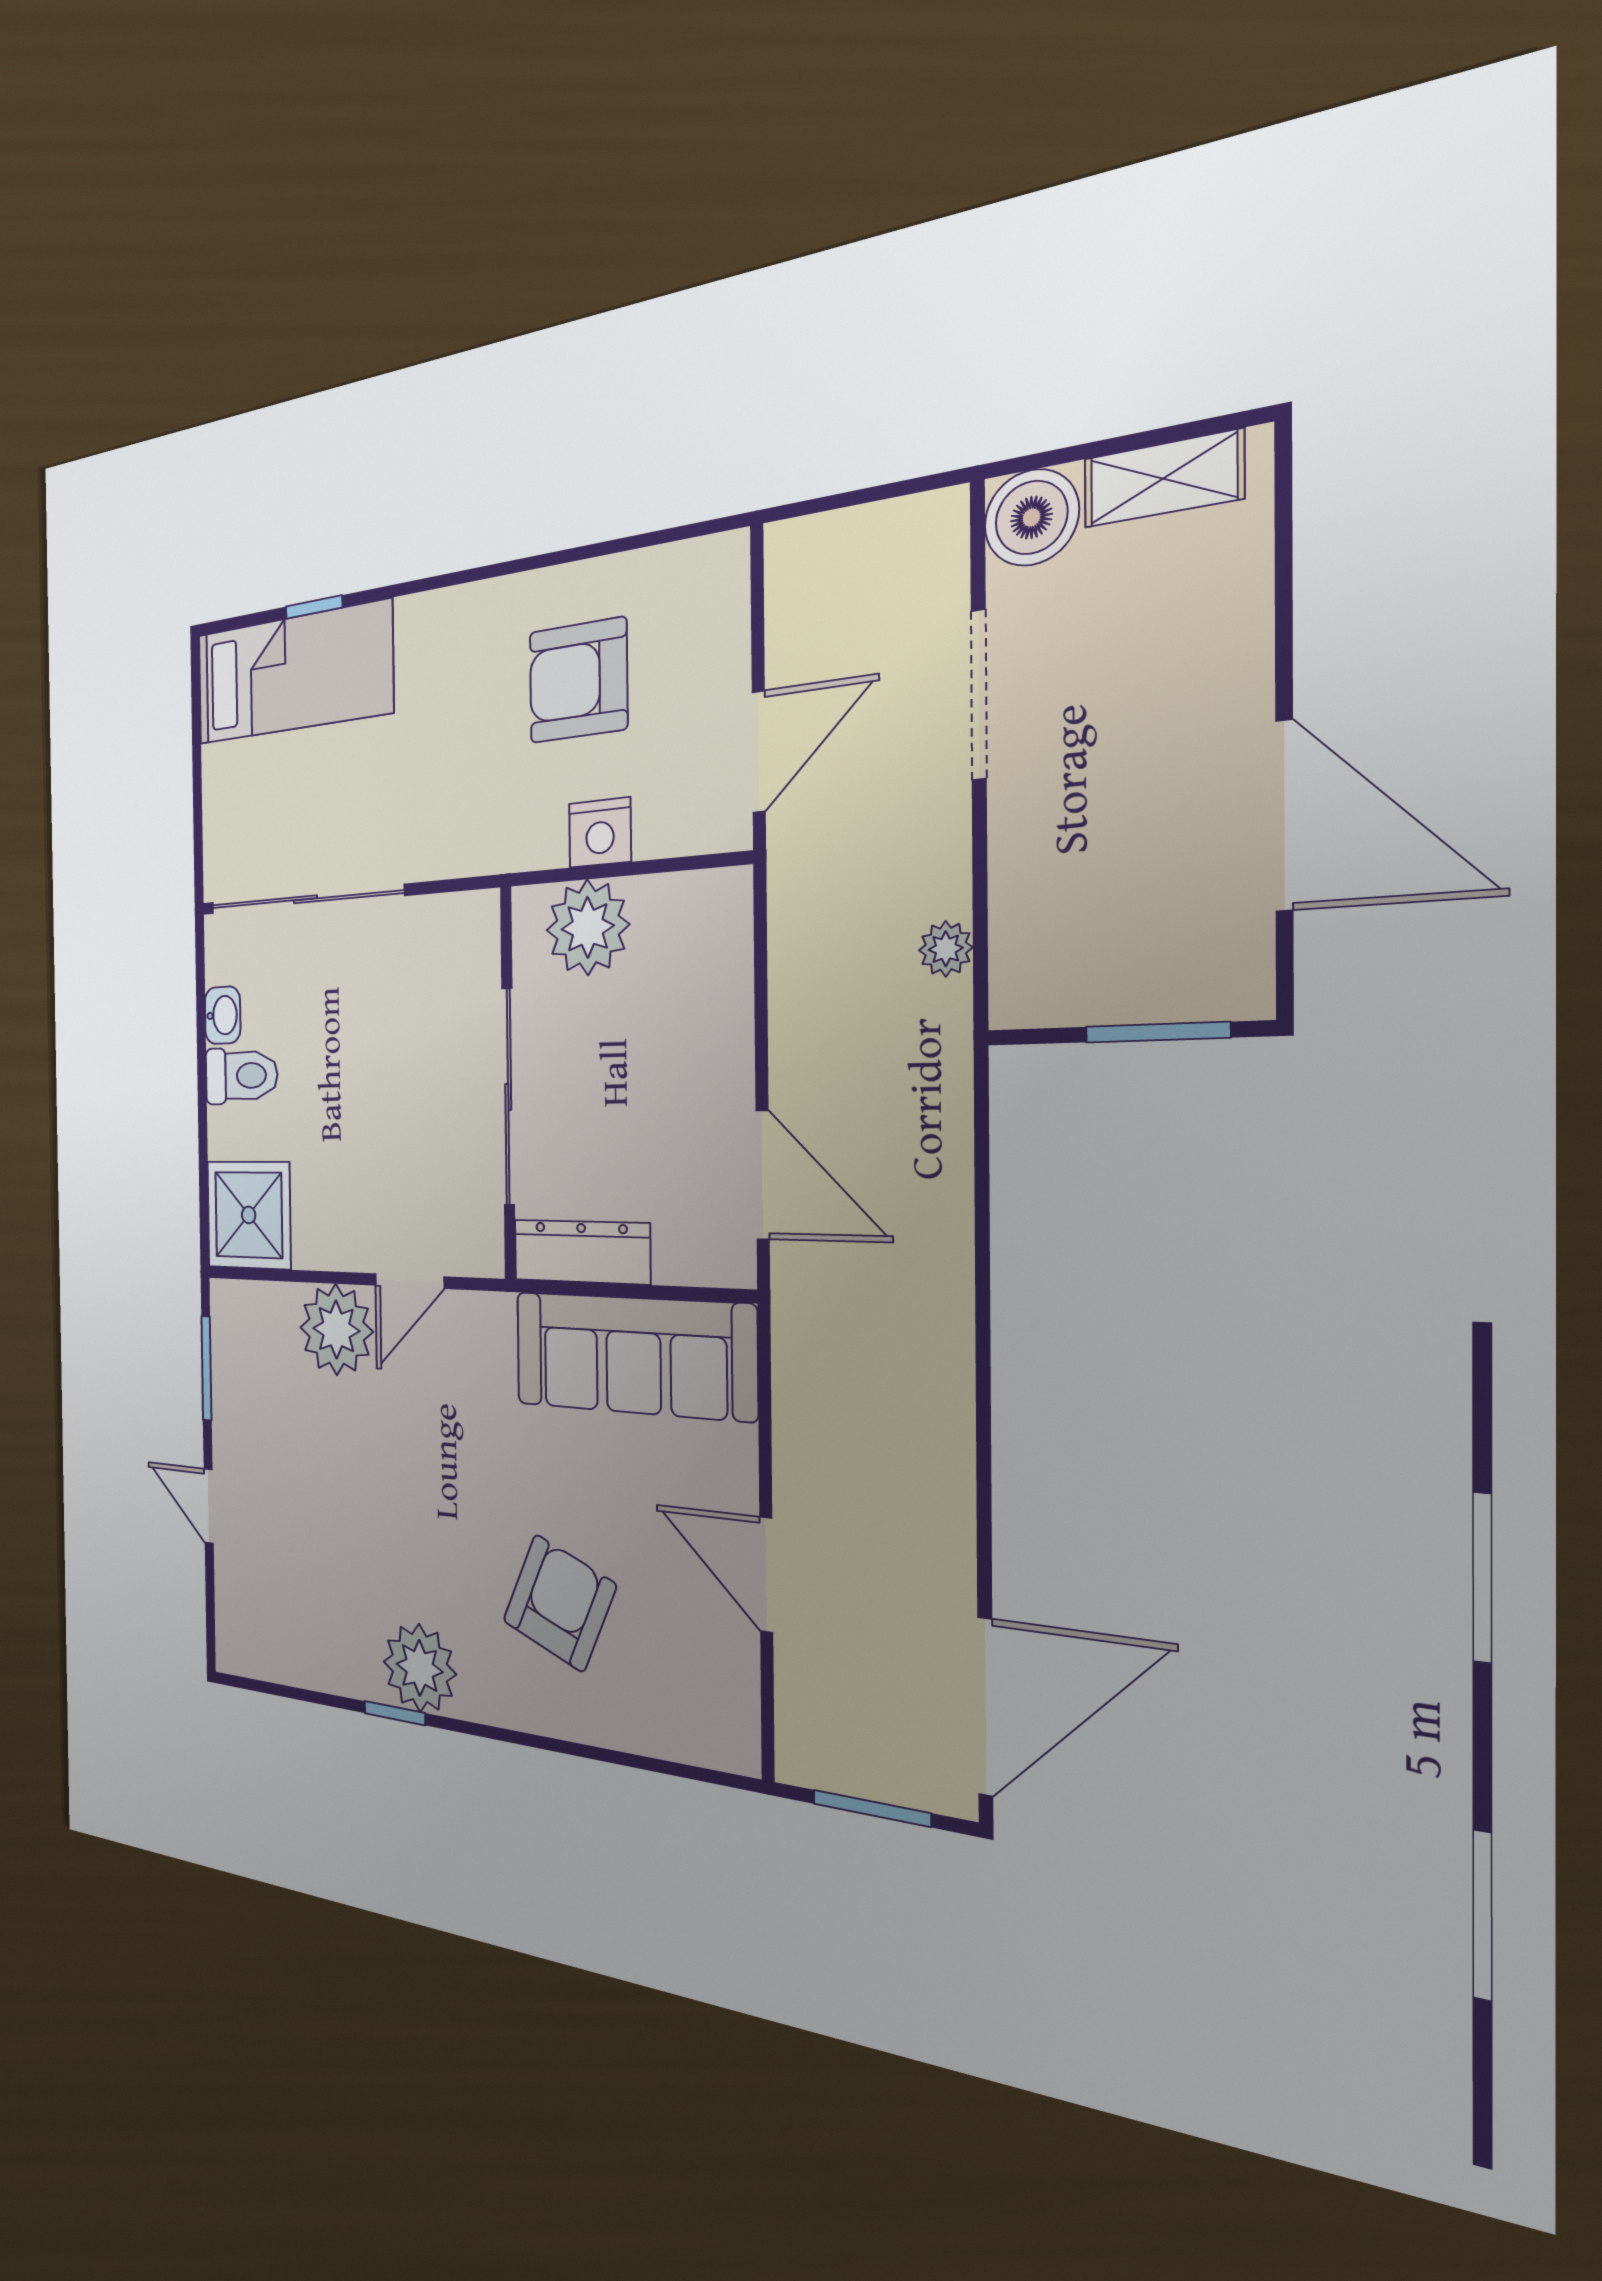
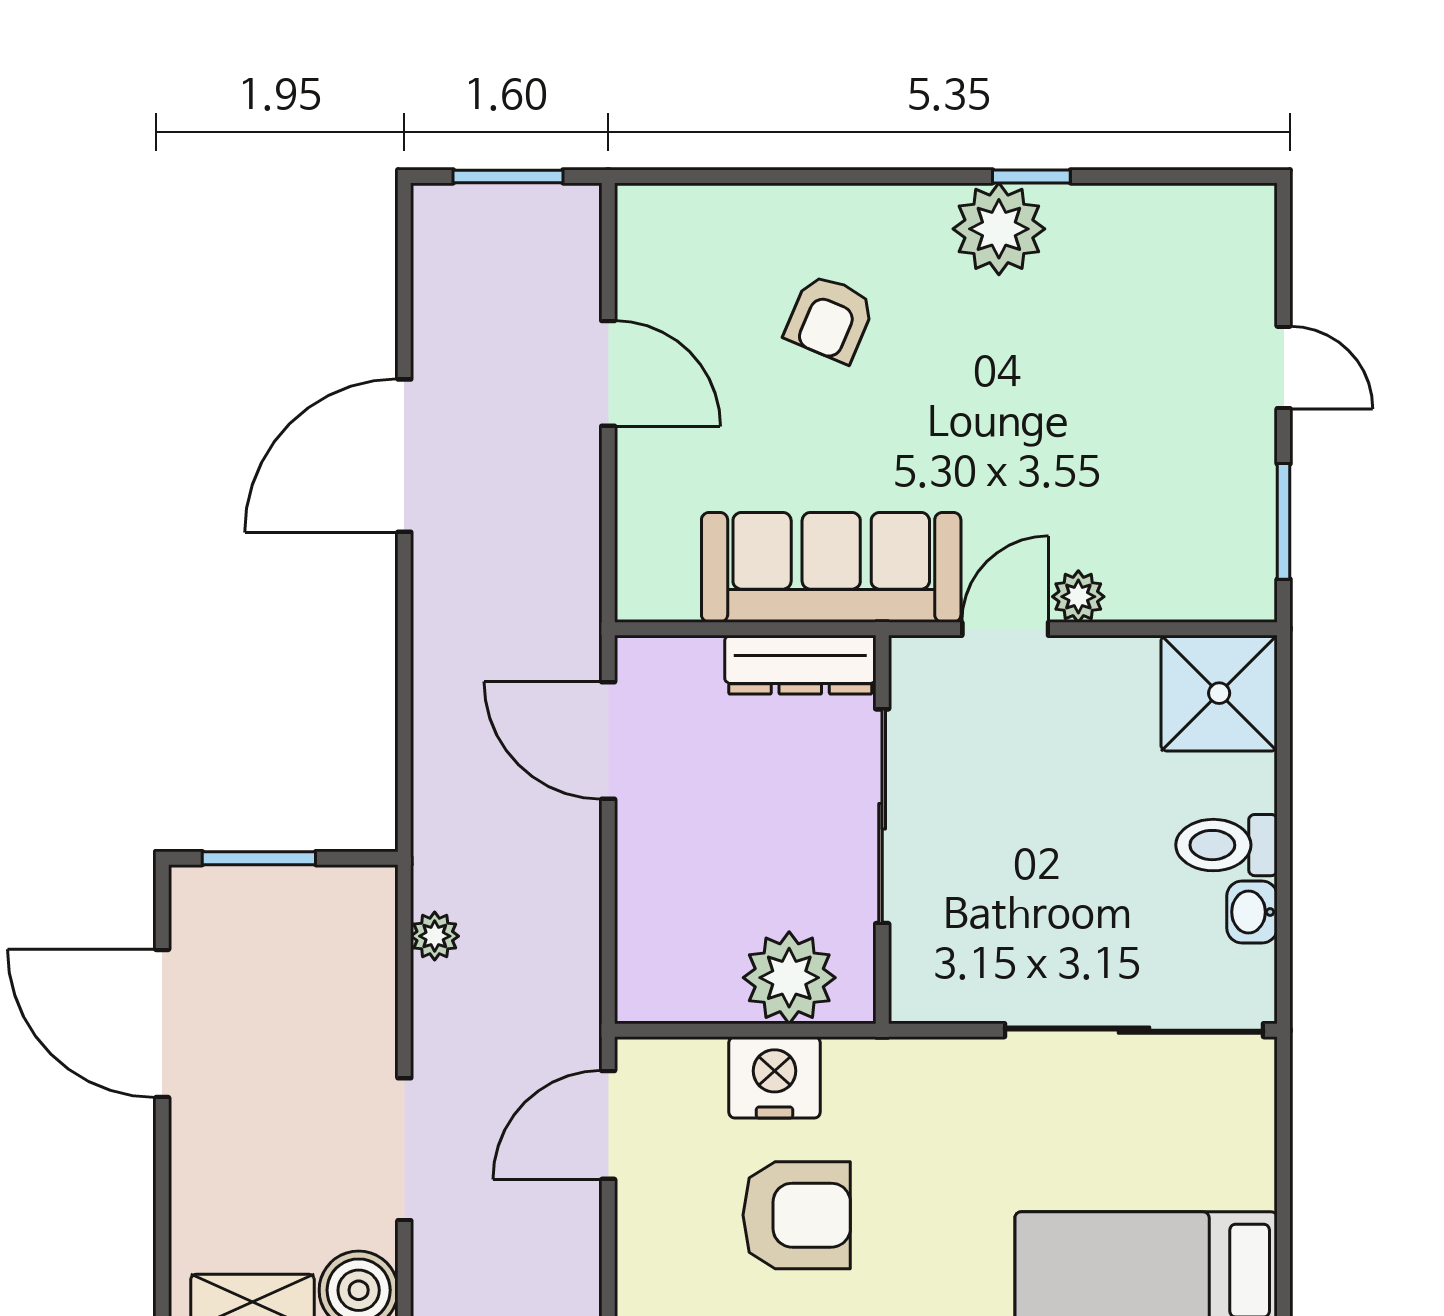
nightstand: (600, 833) -> (775, 1077), width x1.36, depth x1.33
plant: (336, 1330) -> (1078, 597), width x0.53, depth x0.53
sofa: (633, 1355) -> (831, 567), moved
armchair: (559, 1603) -> (830, 318), width x0.72, depth x0.72
door: (985, 1707) -> (404, 456), moved

